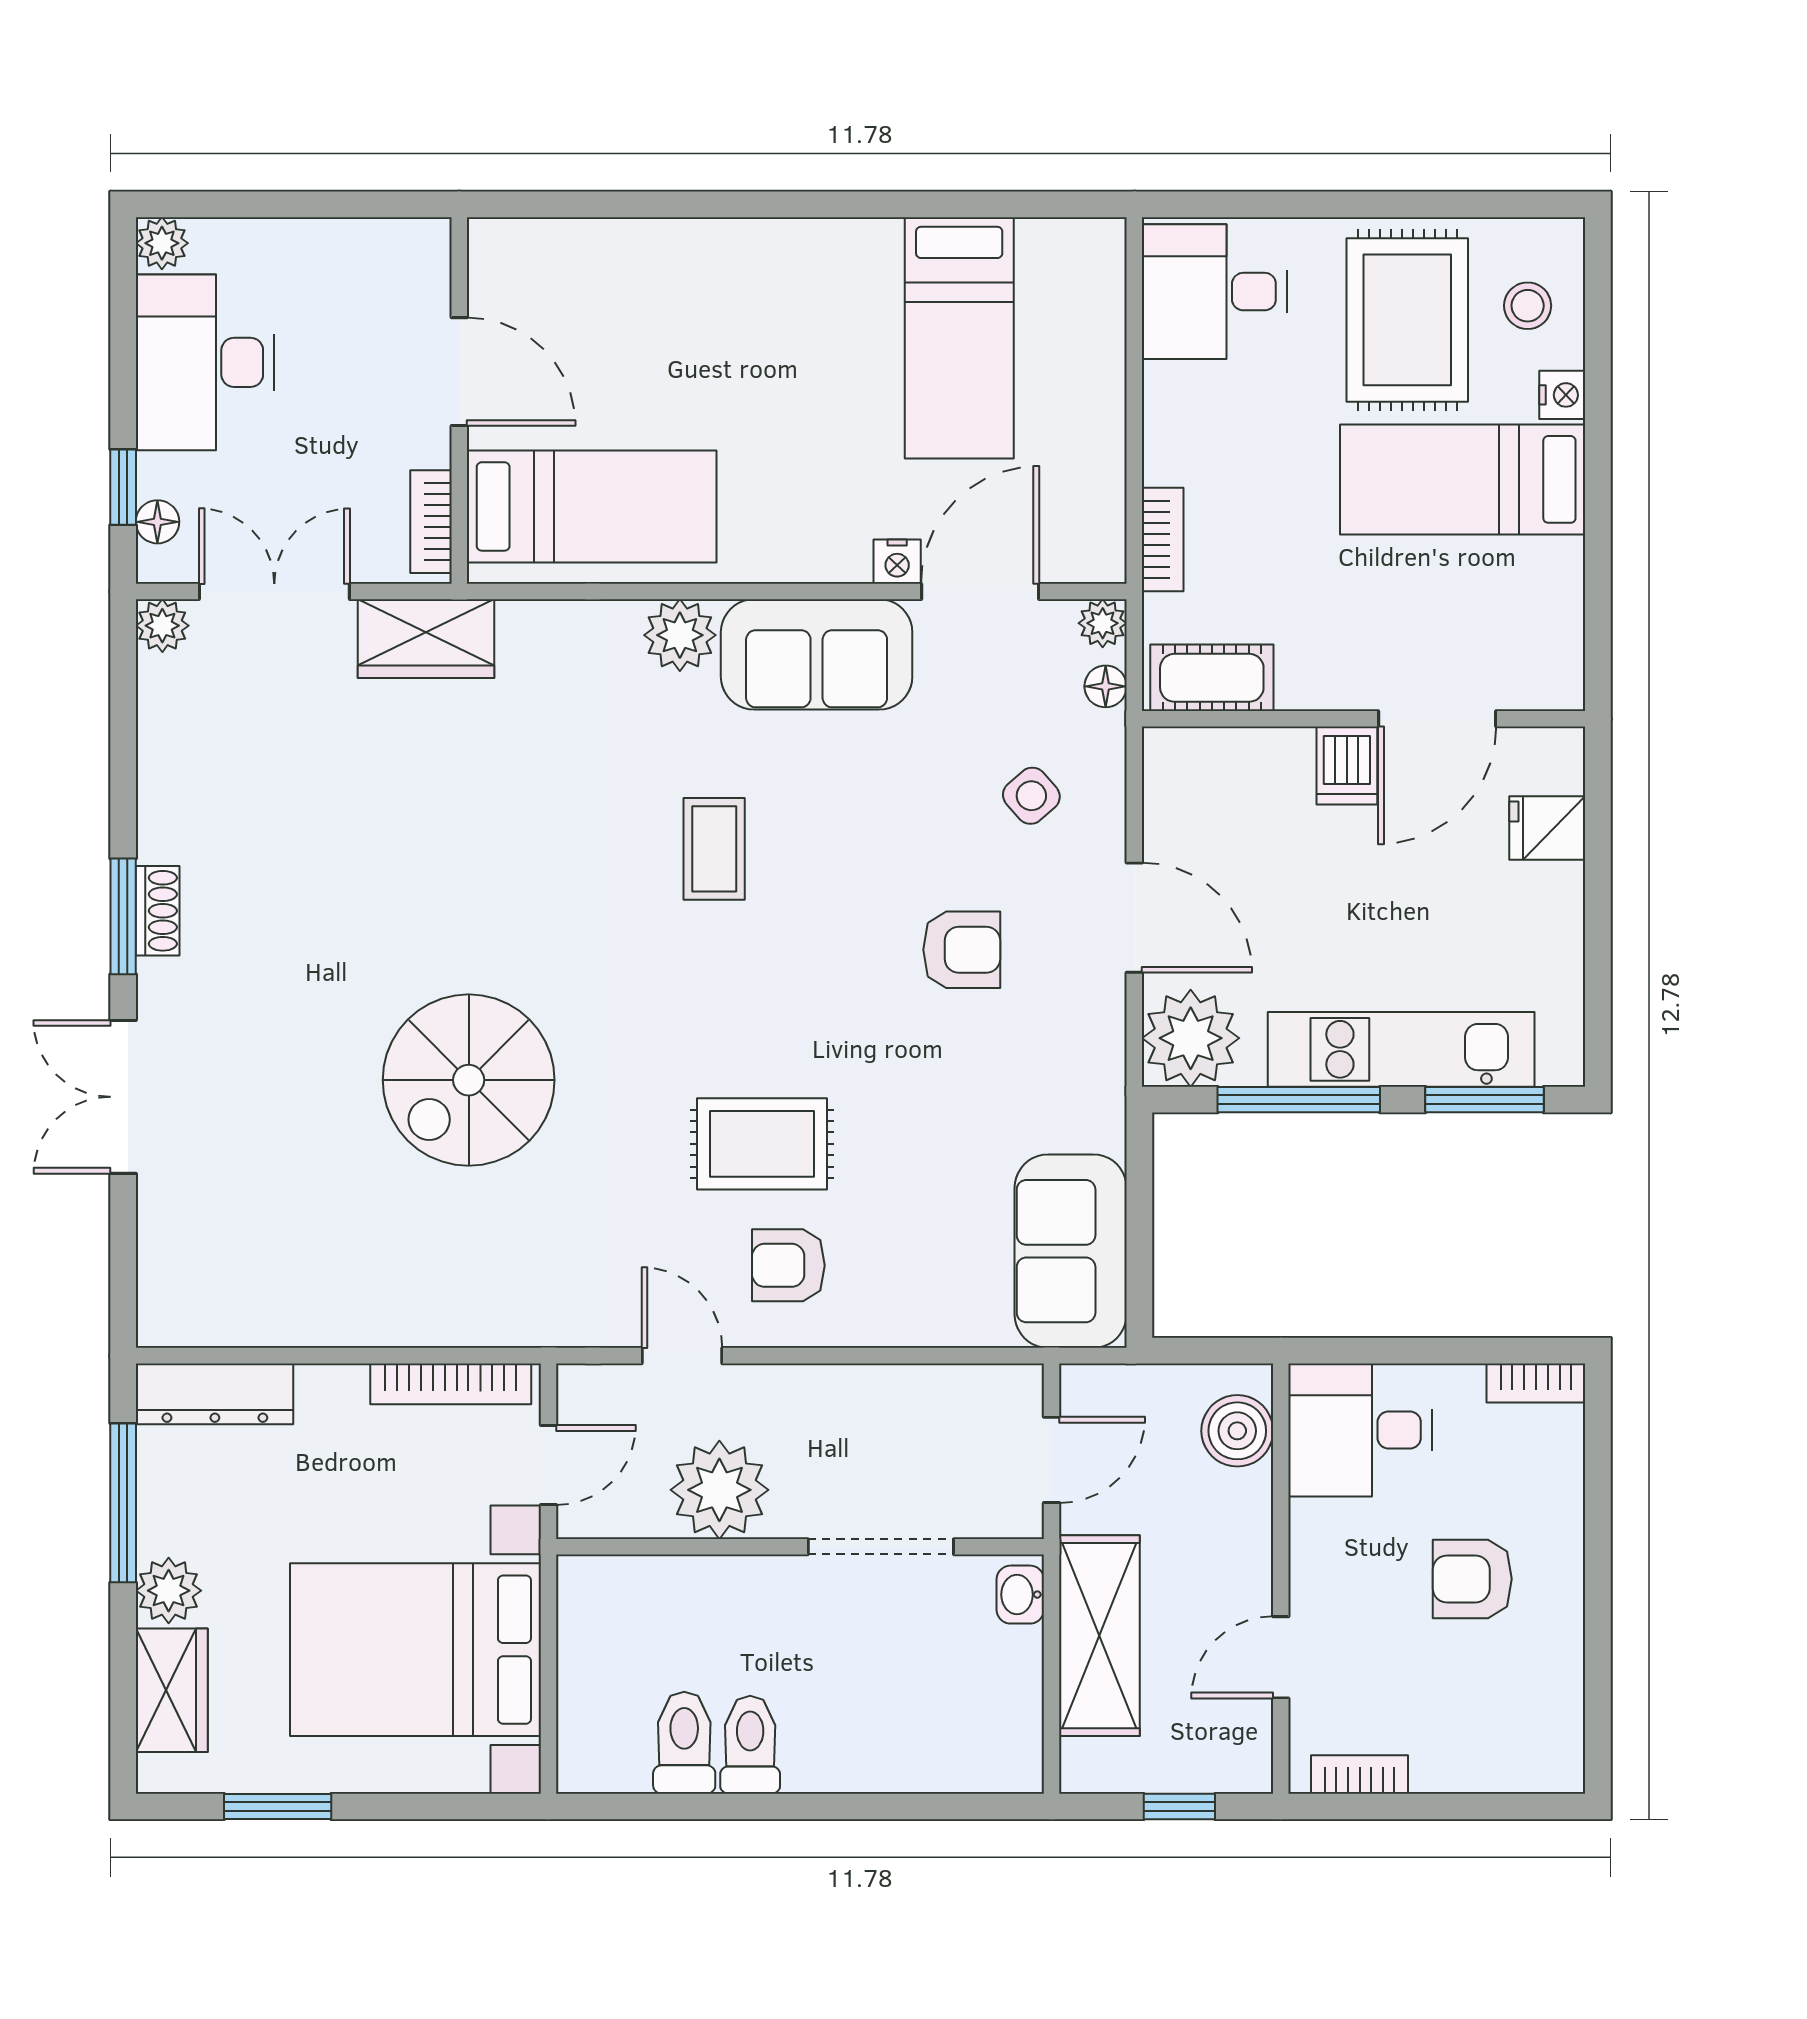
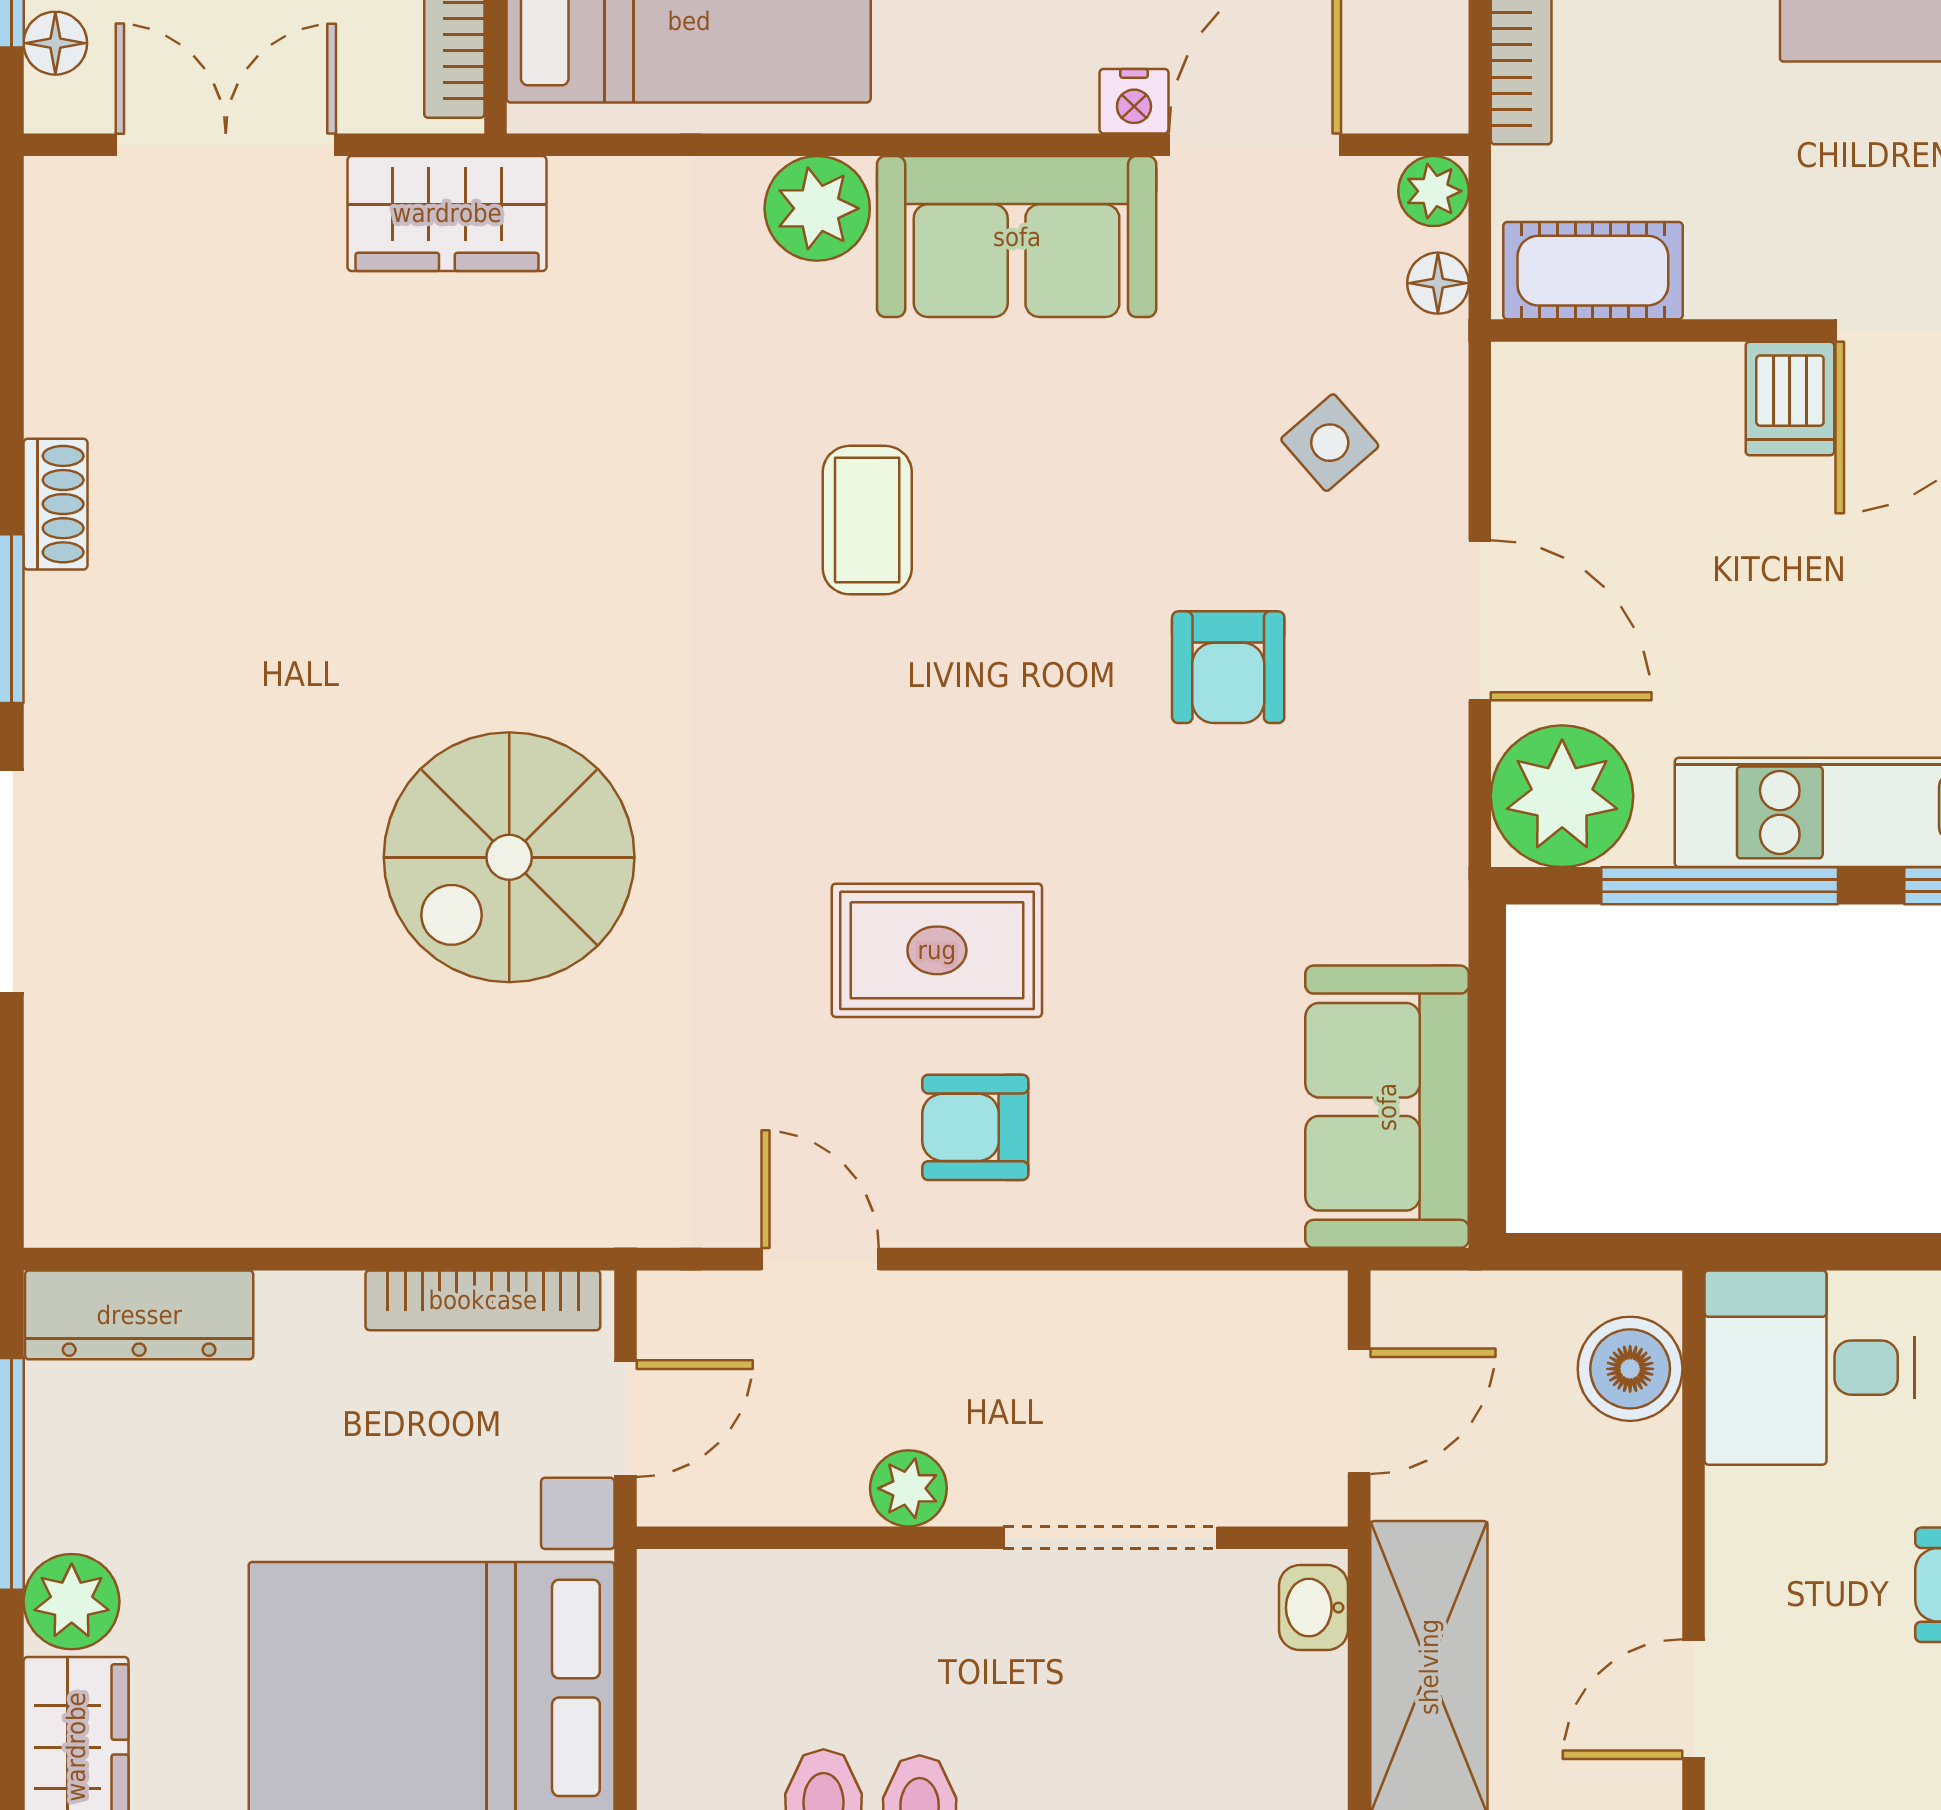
plant: (162, 626) -> (62, 195), removed
shoe rack: (158, 911) -> (55, 504), moved
armchair: (962, 950) -> (1228, 667), turned 90
plant: (719, 1490) -> (908, 1488), width x0.53, depth x0.53

